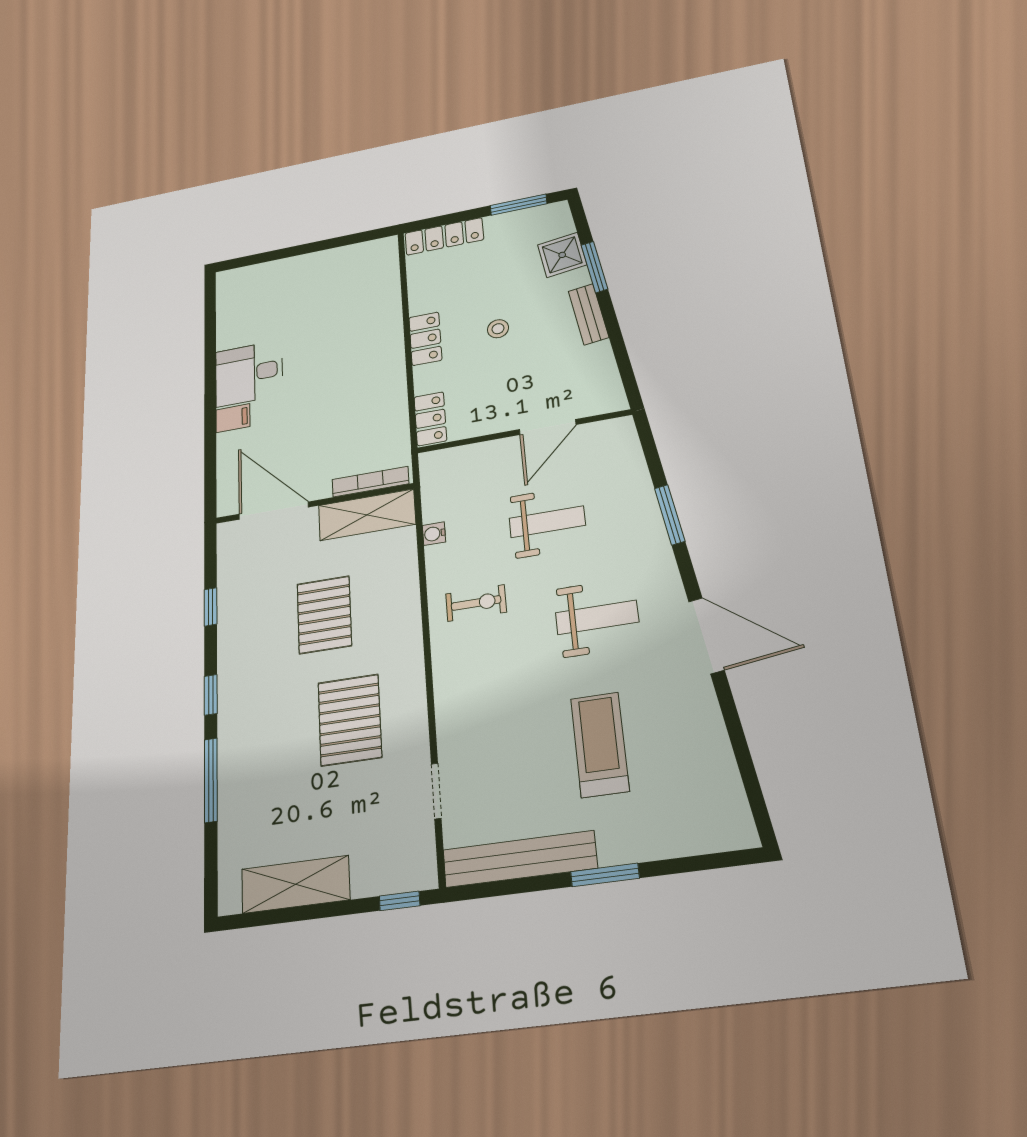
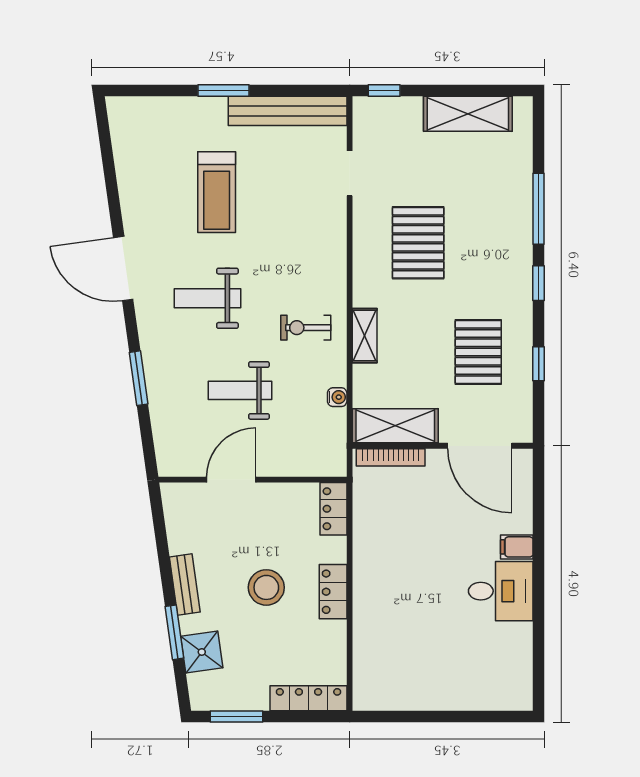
stool: (498, 329) -> (266, 587), width x1.89, depth x1.89
shelving: (407, 605) -> (365, 336), added
pallet: (324, 615) -> (478, 352), moved

